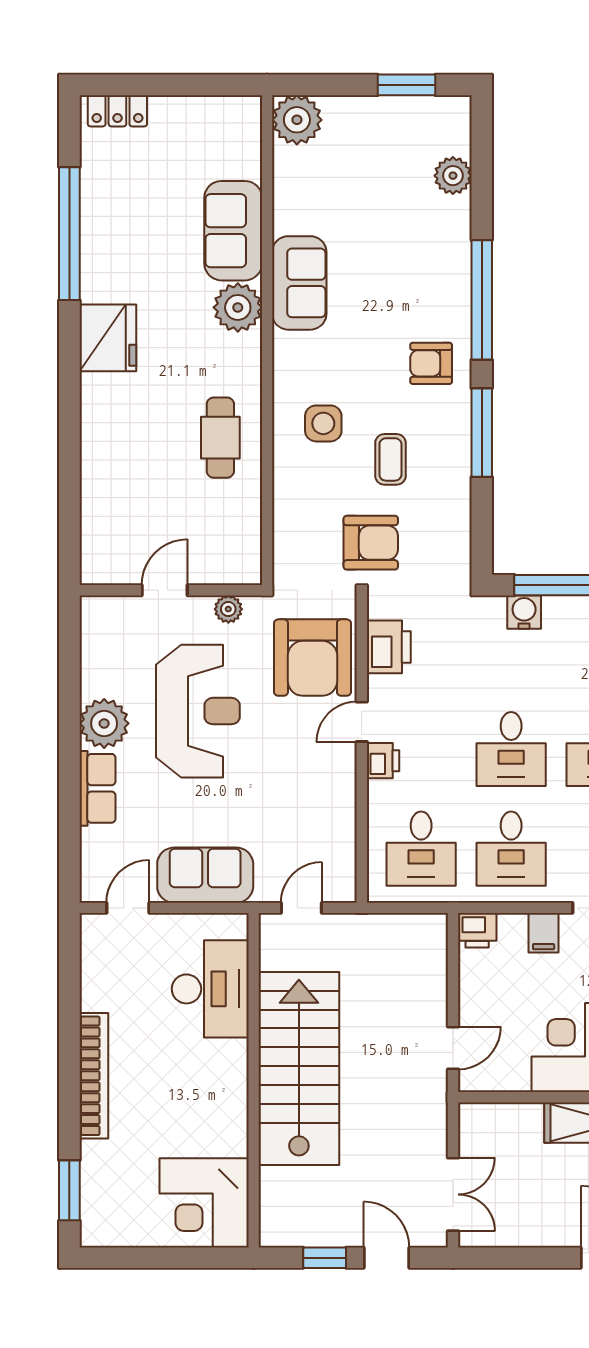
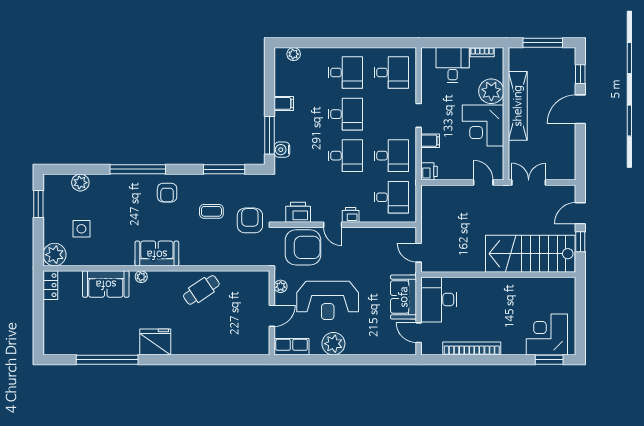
locker: (117, 111) -> (50, 285), moved
sofa: (299, 283) -> (157, 254), moved
plant: (238, 307) -> (141, 277), width x0.53, depth x0.53
side table: (323, 423) -> (81, 229), moved
window: (482, 433) -> (224, 169), moved
cafe table: (220, 438) -> (201, 290), turned -34
door: (165, 590) -> (272, 316), swing flipped
reception desk: (198, 711) -> (328, 300), turned 180
row of seats: (97, 788) -> (292, 347), moved
desk: (210, 989) -> (439, 299), moved, turned -90
stairs: (299, 1069) -> (530, 254), moved
bookcase: (94, 1076) -> (472, 348), moved
double door: (453, 1194) -> (529, 183), moved
corner desk: (204, 1203) -> (547, 335), moved, turned 180

